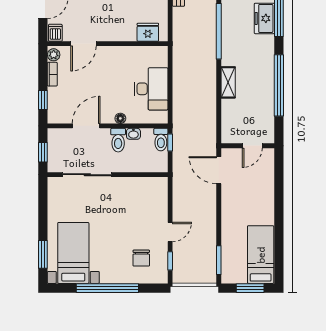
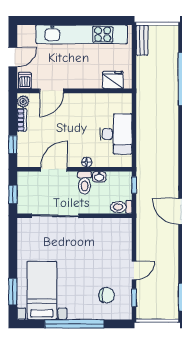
toilet: (161, 140) -> (121, 207), moved, turned 90
chair: (141, 258) -> (107, 295), turned -90

